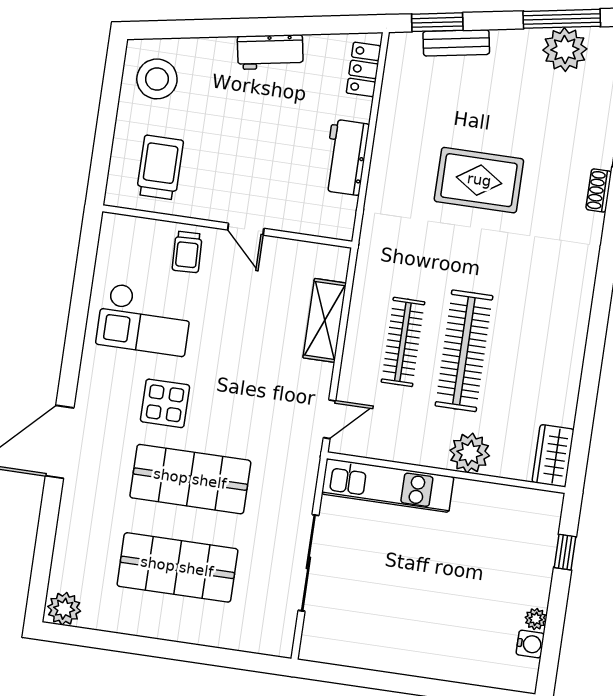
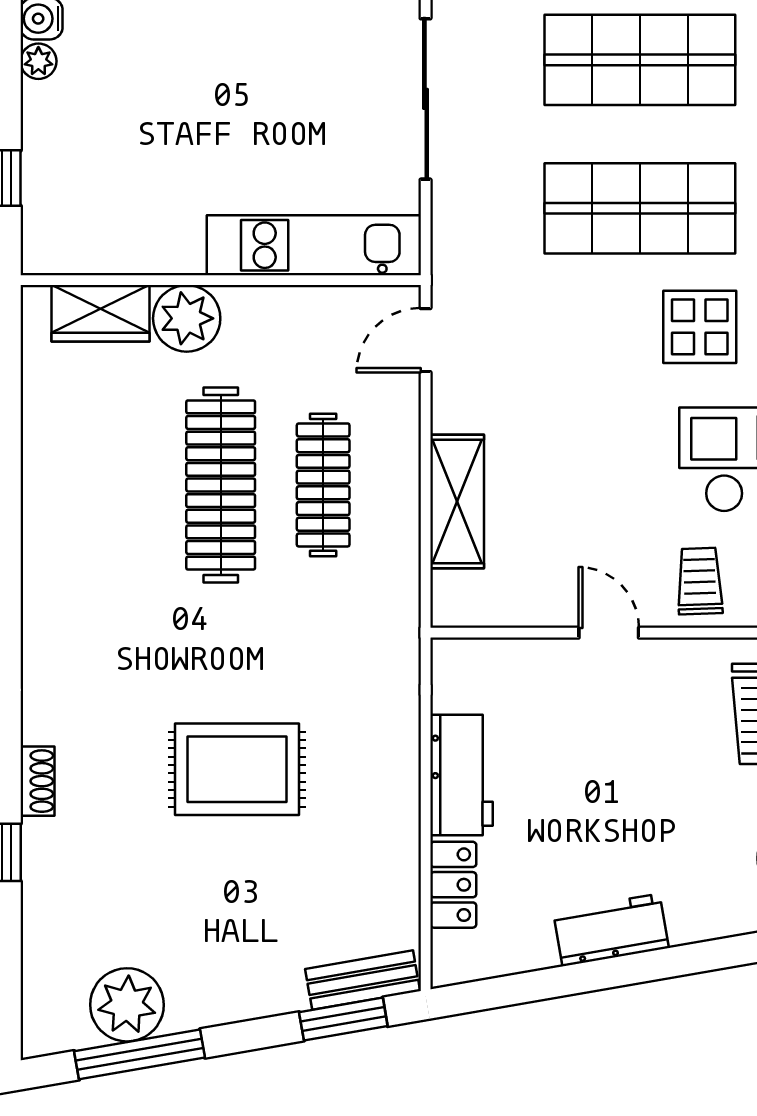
bench: (456, 43) -> (363, 980), moved
locker: (364, 69) -> (453, 885), moved
wardrobe: (553, 456) -> (101, 313), moved, turned 90

